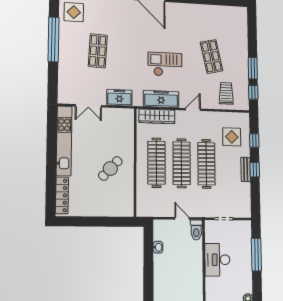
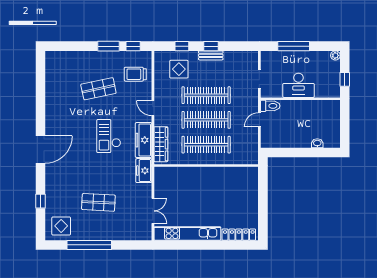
freezer: (119, 98) -> (144, 171), moved
cafe table: (110, 169) -> (213, 189), removed
washbasin: (158, 247) -> (317, 143), moved

